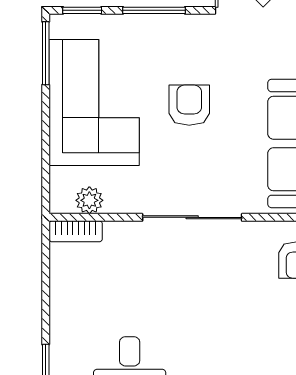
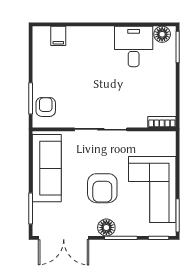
floor lamp: (182, 30) -> (106, 227), added
armchair: (189, 105) -> (102, 188), width x1.38, depth x1.38
plant: (89, 200) -> (155, 138), removed

